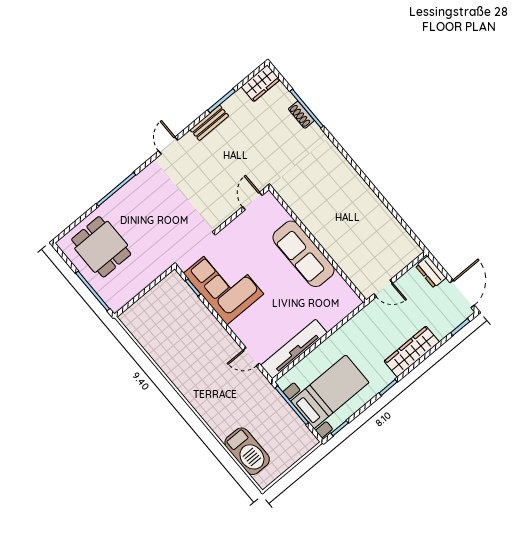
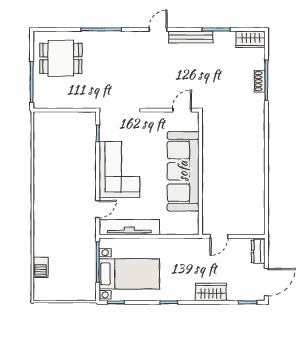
bench: (209, 123) -> (191, 37), width x1.36
dining table: (101, 247) -> (61, 58), turned 90
sofa: (303, 254) -> (183, 171), width x1.36, depth x1.27
corner sofa: (224, 284) -> (119, 170), moved
door: (383, 288) -> (219, 236), hinge flipped
wardrobe: (412, 352) -> (211, 292), width x0.67
door: (251, 357) -> (98, 209), swing flipped
barbecue: (247, 451) -> (41, 267), width x0.53, depth x0.65

